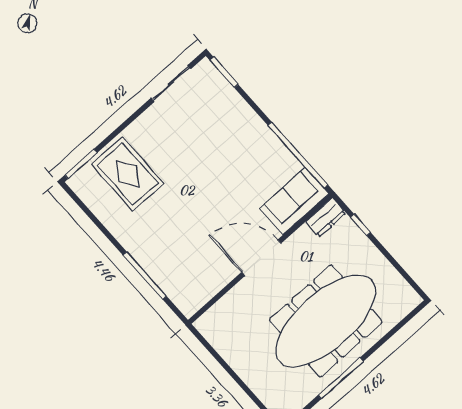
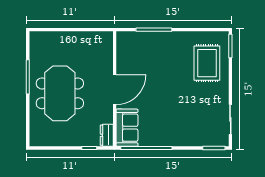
rug: (128, 174) -> (207, 63), turned 90
meeting table: (326, 321) -> (60, 93), width x0.73

